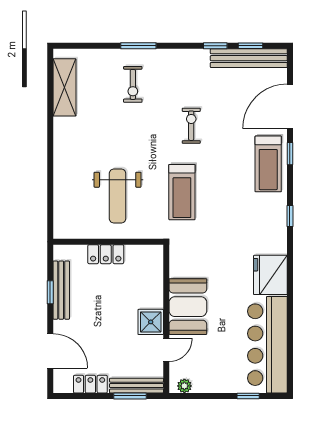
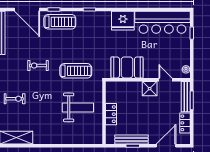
booth: (188, 307) -> (127, 67), moved

